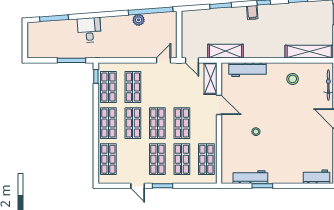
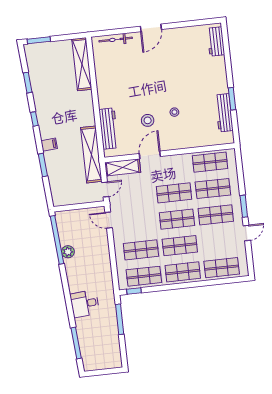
filing cabinet: (252, 12) -> (49, 145), moved
shelving: (225, 51) -> (91, 154), width x1.47
stool: (293, 79) -> (148, 120), moved

